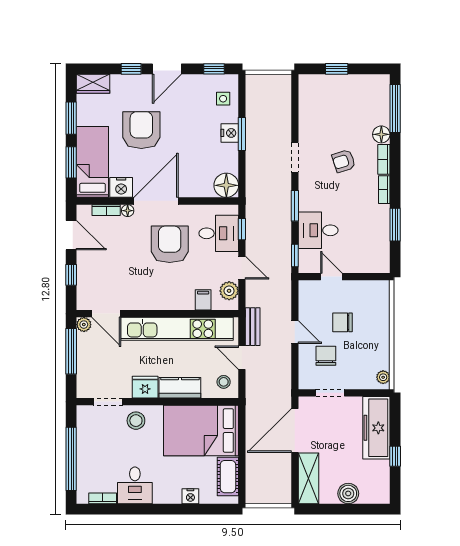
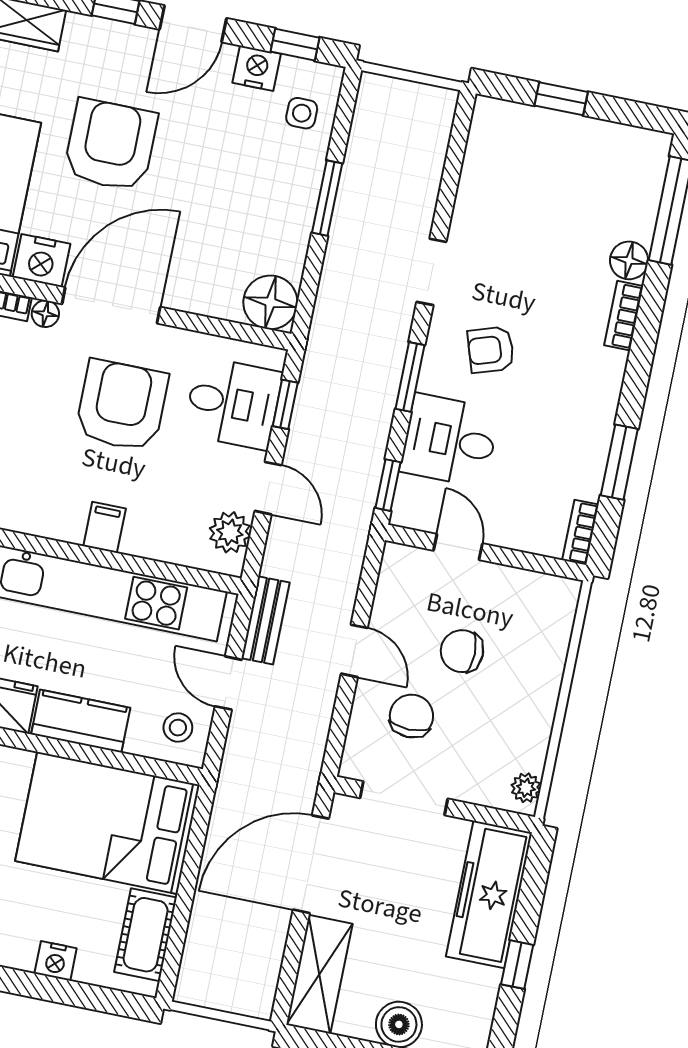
nightstand: (230, 133) -> (257, 68), moved, turned -90
armchair: (344, 161) -> (491, 350), moved
bookcase: (384, 190) -> (580, 532), moved
filing cabinet: (203, 300) -> (105, 527), moved
doorway: (330, 393) -> (404, 798), width x1.38

